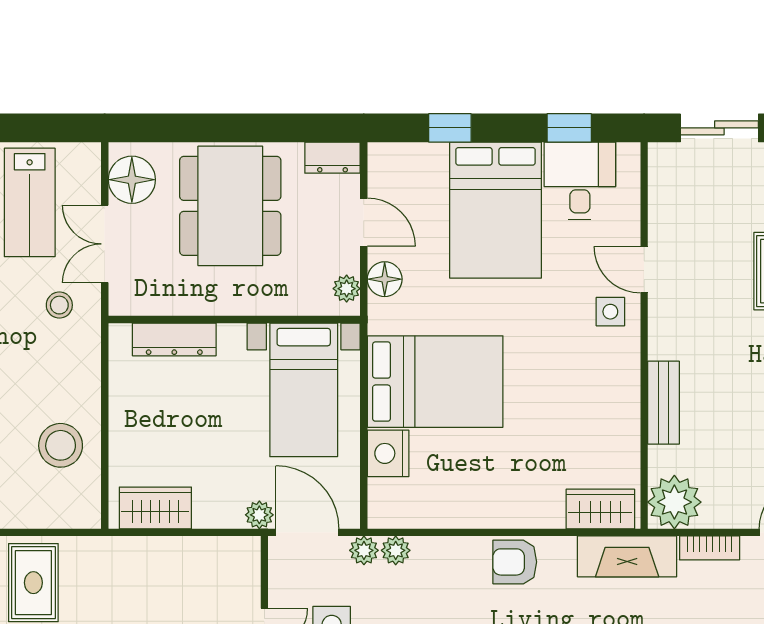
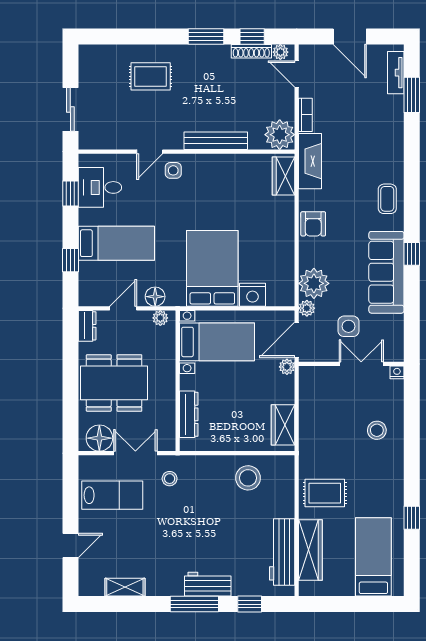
bed: (496, 210) -> (116, 243), width x0.67
double door: (105, 244) -> (135, 453), swing flipped
bench: (663, 403) -> (216, 141), width x1.36
plant: (396, 550) -> (314, 283), width x1.88, depth x1.88

